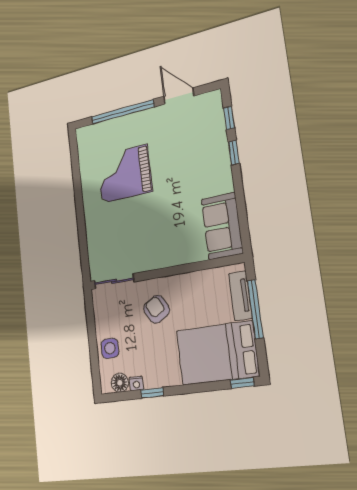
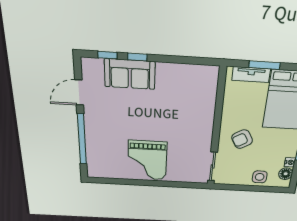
grand piano: (124, 174) -> (147, 160), moved
sofa: (222, 226) -> (130, 74), moved
window: (255, 309) -> (264, 65), width x0.69

